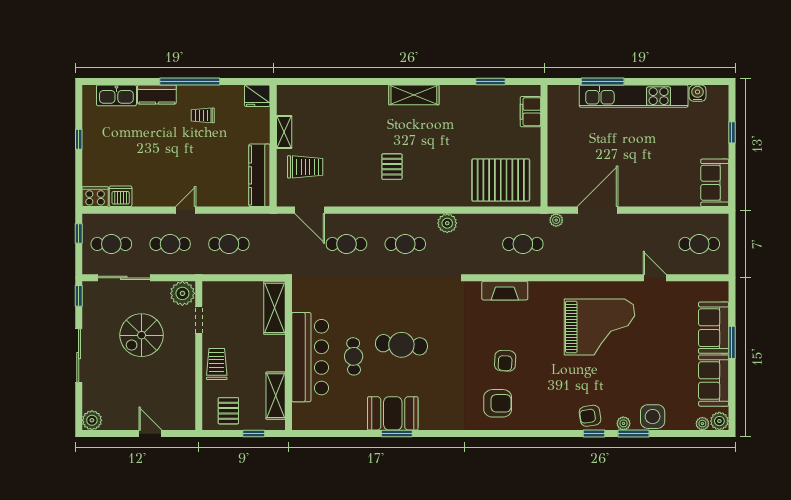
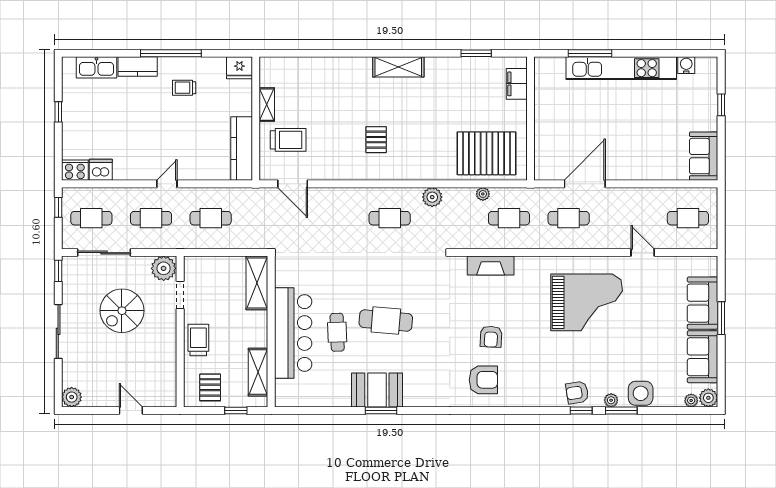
plant: (556, 220) -> (483, 194), moved
cafe table: (346, 244) -> (569, 218), moved

